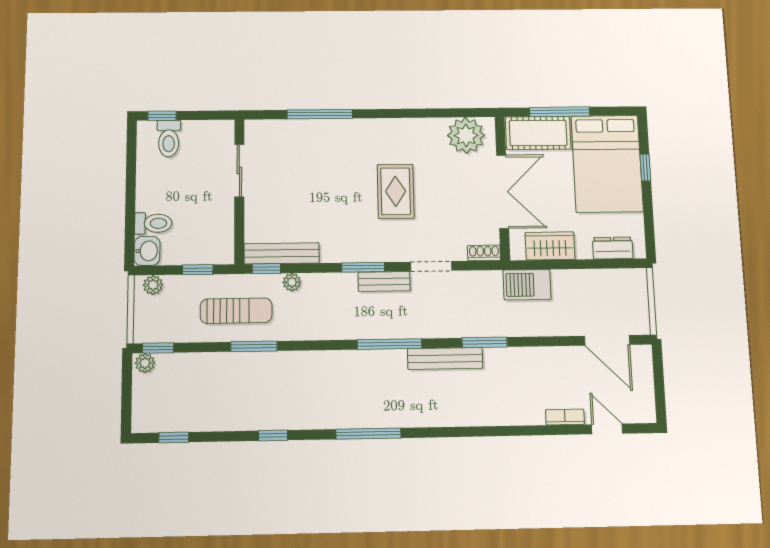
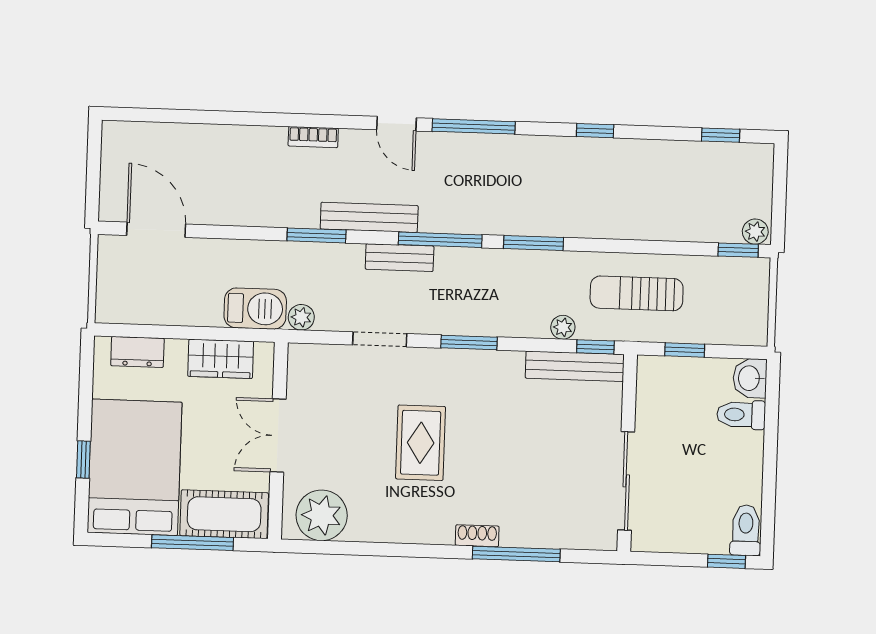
toilet: (169, 139) -> (746, 530), moved
sliding door: (239, 171) -> (626, 481), width x1.37
double door: (503, 192) -> (278, 435), width x0.73
shoe rack: (484, 253) -> (477, 536), moved, turned 180
bench: (384, 281) -> (400, 258), moved
plant: (153, 285) -> (301, 317), moved
window: (254, 346) -> (533, 243), moved
bookcase: (565, 417) -> (313, 137), moved
door: (607, 429) -> (396, 124), moved

